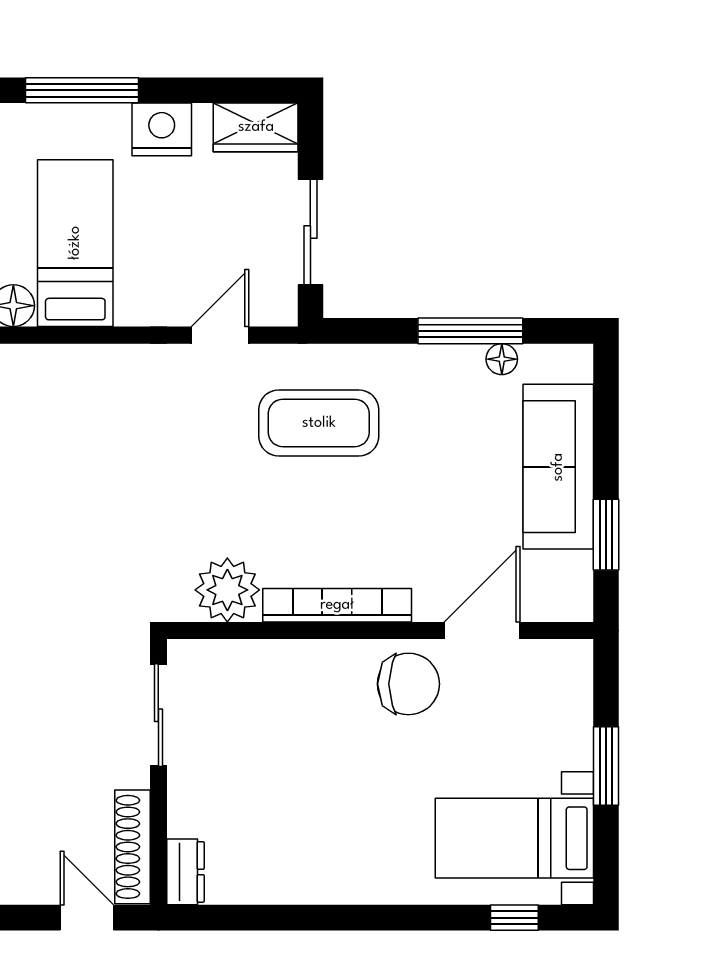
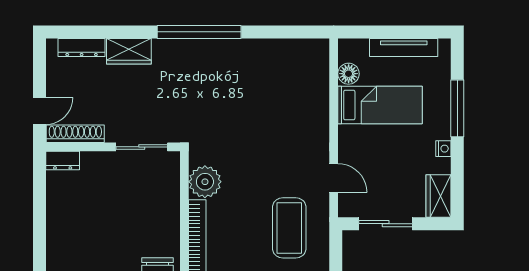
nightstand: (162, 129) -> (443, 149), width x0.53, depth x0.56

